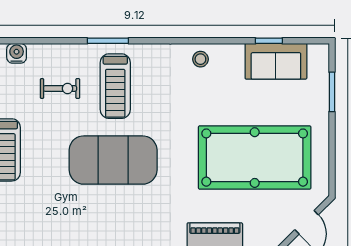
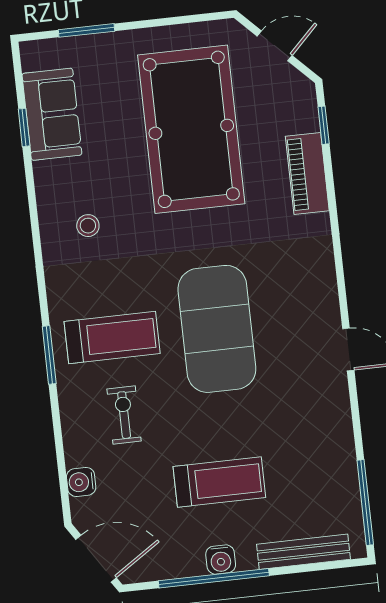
stool: (200, 59) -> (88, 226), moved

